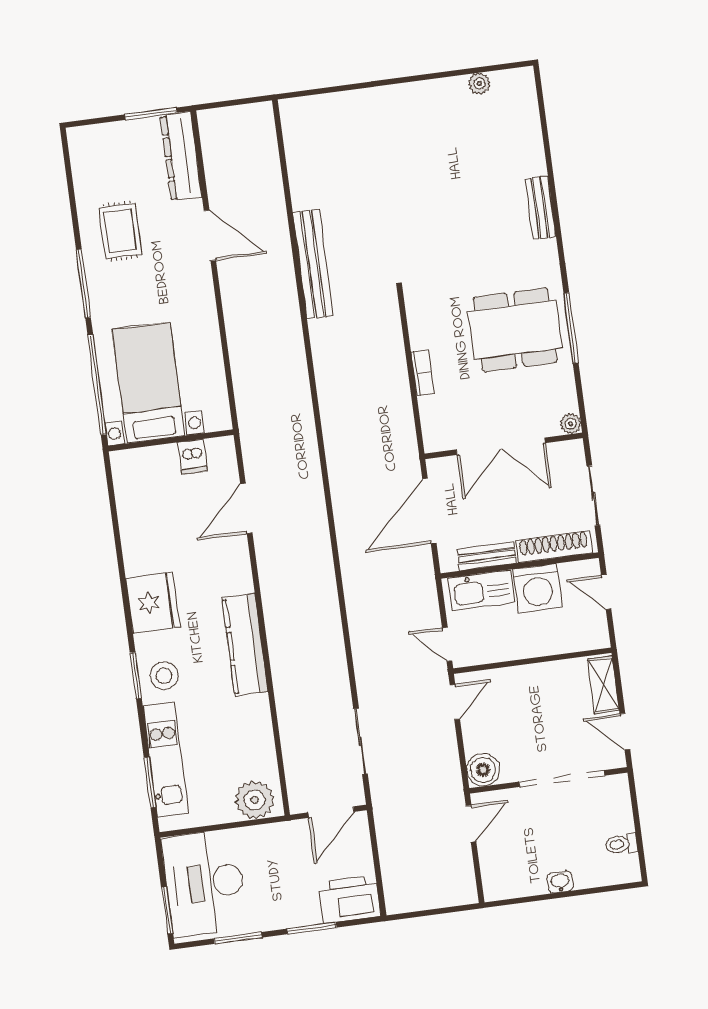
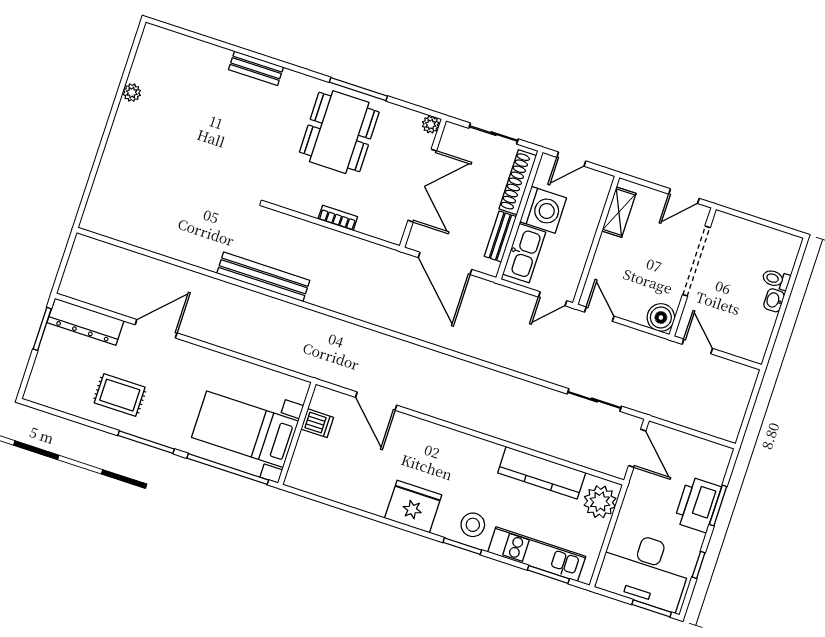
plant: (479, 84) -> (132, 93), moved
bench: (313, 264) -> (263, 277), moved
kitchen counter: (245, 645) -> (542, 473), moved
shelving: (603, 685) -> (619, 212), moved, turned 90
toilet: (621, 844) -> (776, 279), moved, turned 90
printer: (350, 899) -> (697, 505), moved
window: (238, 938) -> (699, 565), width x0.67

